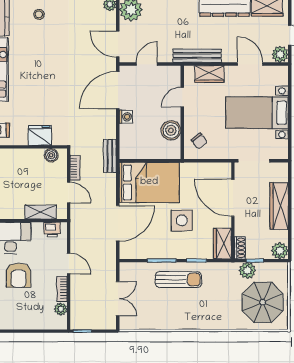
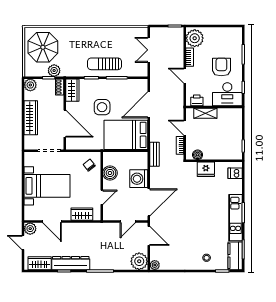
bench: (197, 56) -> (91, 228), removed
washing machine: (126, 117) -> (139, 179), width x1.89, depth x1.89
plant: (61, 309) -> (195, 38), width x1.87, depth x1.87

